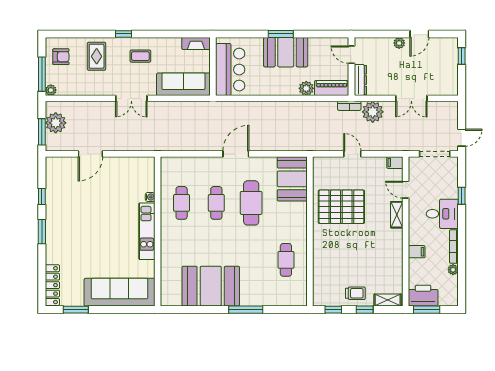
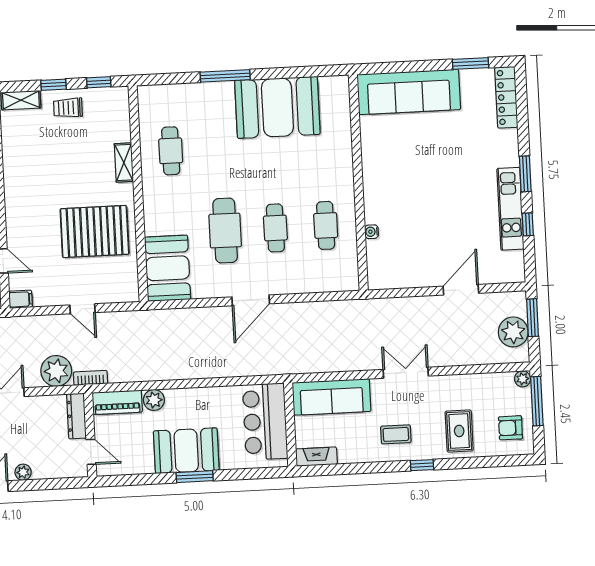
shelving: (397, 215) -> (124, 163), moved
kitchen unit: (147, 231) -> (510, 209), moved, turned 180

